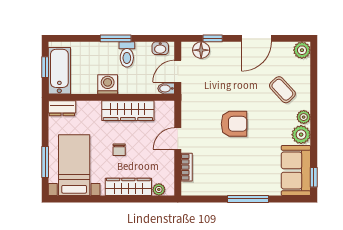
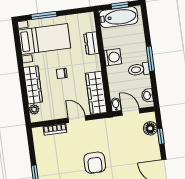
dresser: (62, 108) -> (91, 43), moved
wardrobe: (128, 111) -> (96, 93), moved

